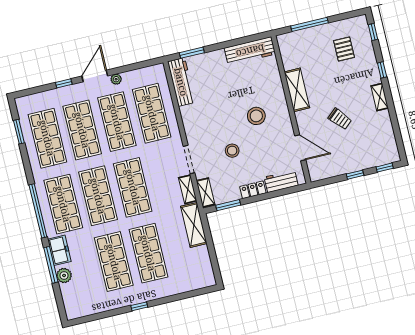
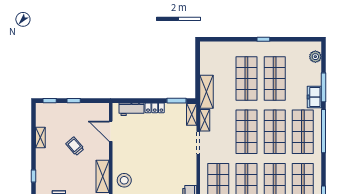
shelving: (380, 97) -> (40, 138), moved
stool: (256, 116) -> (124, 180), moved
stool: (232, 151) -> (163, 142), removed
plant: (64, 275) -> (315, 57), moved

